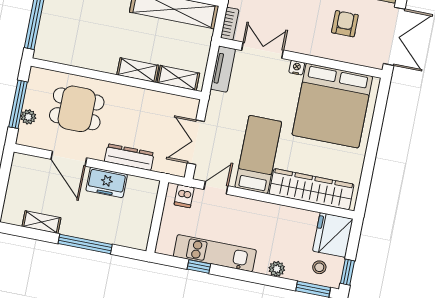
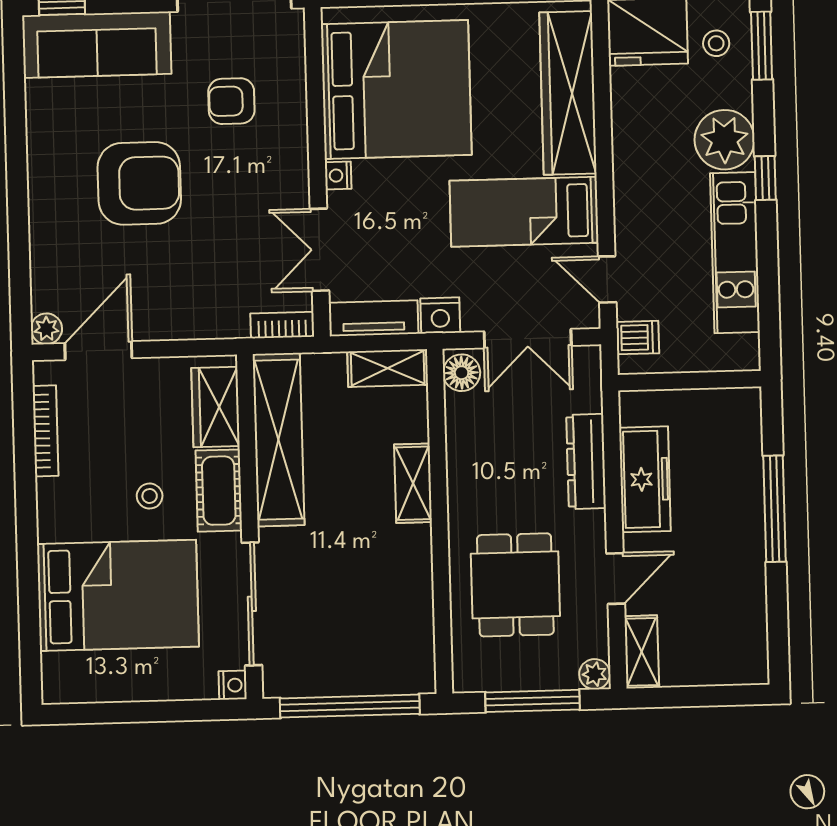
shelving: (178, 78) -> (388, 368), moved, turned 90
nightstand: (217, 102) -> (440, 315), added
floor lamp: (186, 106) -> (462, 373), added
plant: (28, 117) -> (595, 674), moved
door: (69, 159) -> (616, 579), width x0.73
freezer: (107, 182) -> (645, 479), width x1.40
shelving: (41, 222) -> (642, 652), moved
window: (199, 267) -> (765, 178), moved
plant: (277, 269) -> (725, 140), width x1.88, depth x1.88

